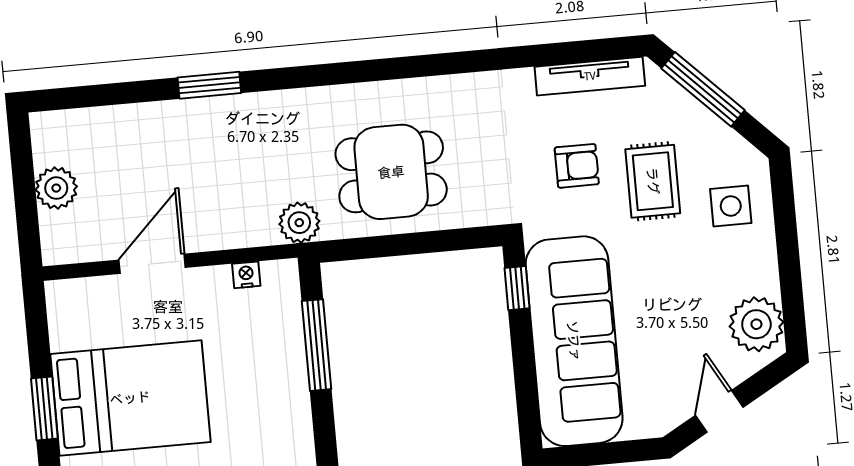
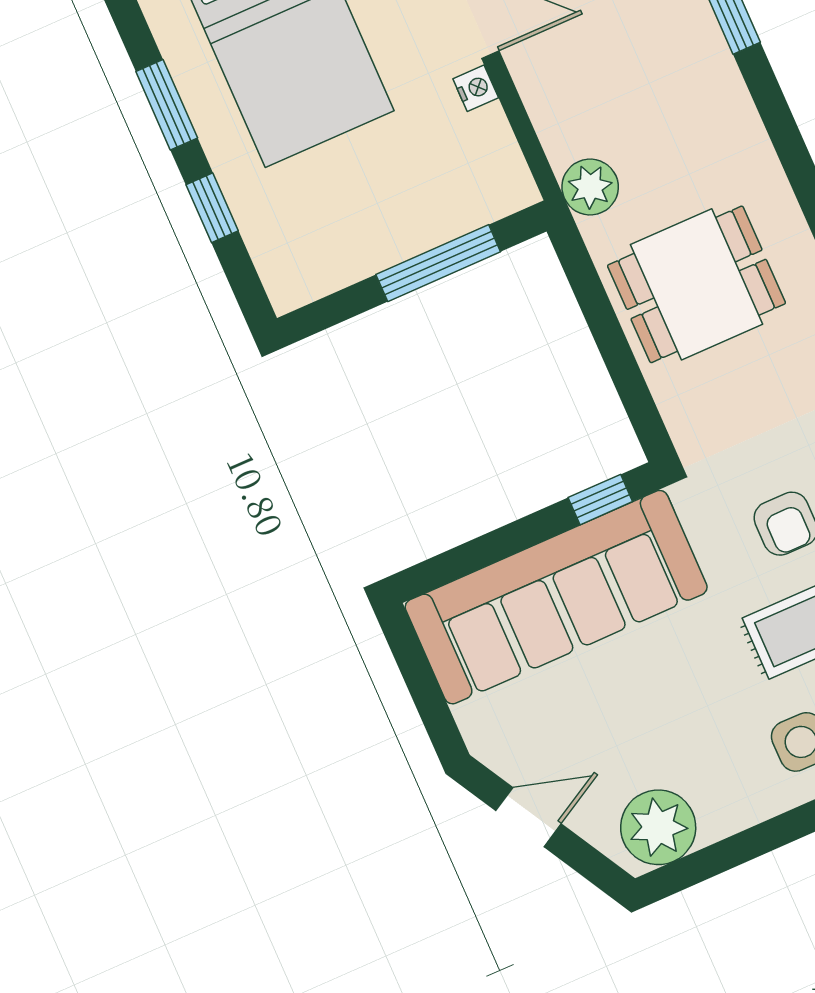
dining table: (391, 172) -> (697, 284), turned 90
nightstand: (246, 275) -> (476, 88), moved

